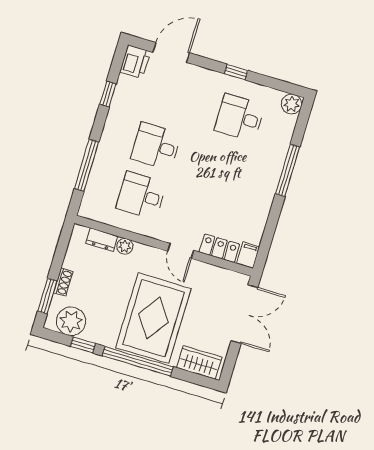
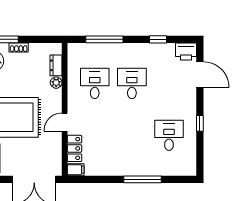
plant: (292, 104) -> (189, 168), removed

